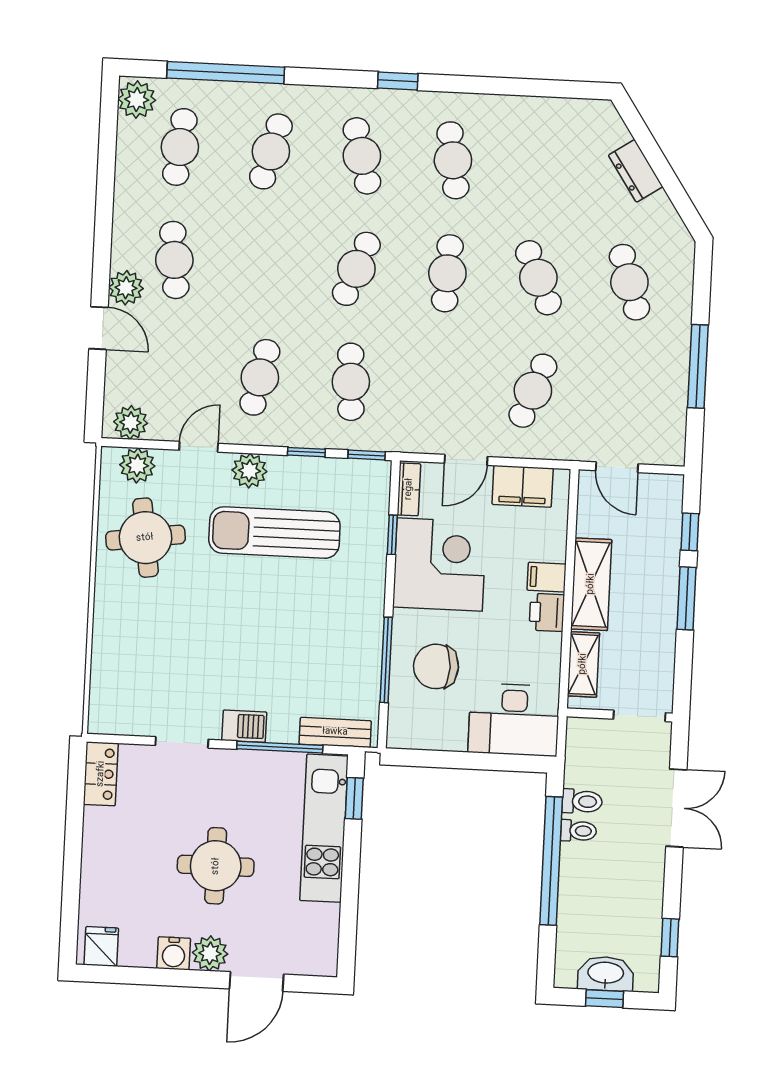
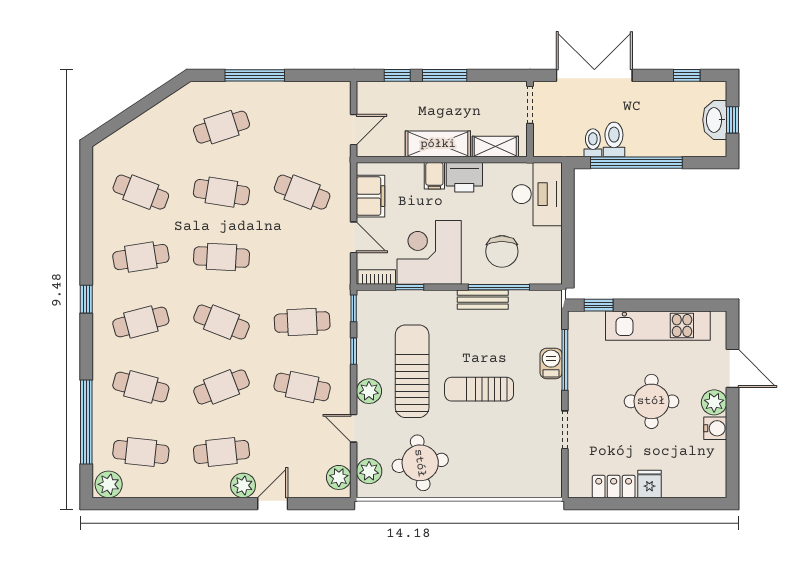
cafe table: (544, 165) -> (141, 192), added
dresser: (636, 171) -> (142, 127), removed
cafe table: (265, 264) -> (221, 387), added
cafe table: (538, 278) -> (221, 192), turned 33
window: (698, 366) -> (255, 75), moved
sun lounger: (274, 533) -> (412, 371), turned 180
printer: (547, 612) -> (464, 177), width x1.36, depth x1.24
sun lounger: (245, 625) -> (479, 389), added
barbecue: (244, 726) -> (551, 363), moved
bench: (335, 732) -> (483, 300), moved, turned 90
locker: (101, 774) -> (614, 487), moved
double door: (676, 808) -> (594, 75), width x1.37
kitchen unit: (324, 828) -> (658, 326), moved
toilet: (578, 831) -> (614, 139), width x1.37, depth x1.39
fridge: (101, 946) -> (649, 484), moved, turned 90

